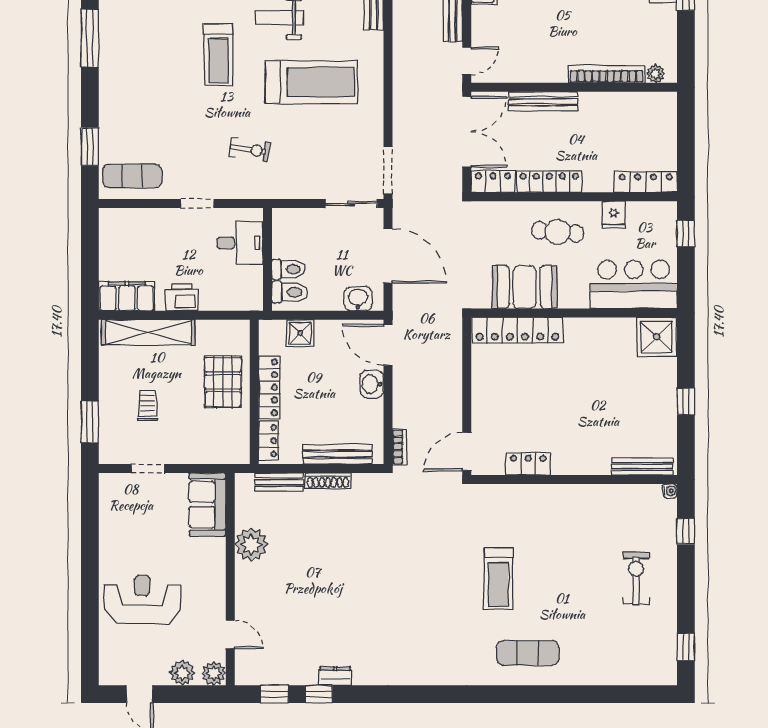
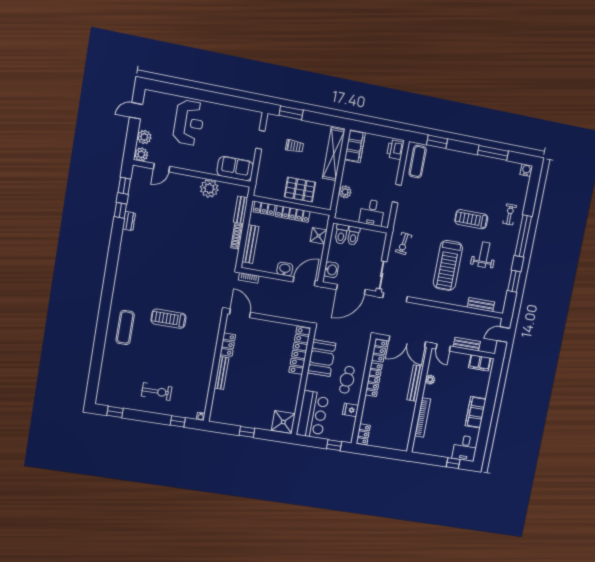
plant: (656, 74) -> (430, 380), moved
exercise bike: (250, 149) -> (404, 244), moved
locker: (646, 182) -> (363, 434), width x0.66
printer: (182, 297) -> (395, 150), moved, turned 180
plant: (212, 299) -> (345, 192), added
bench: (642, 466) -> (222, 373), moved

